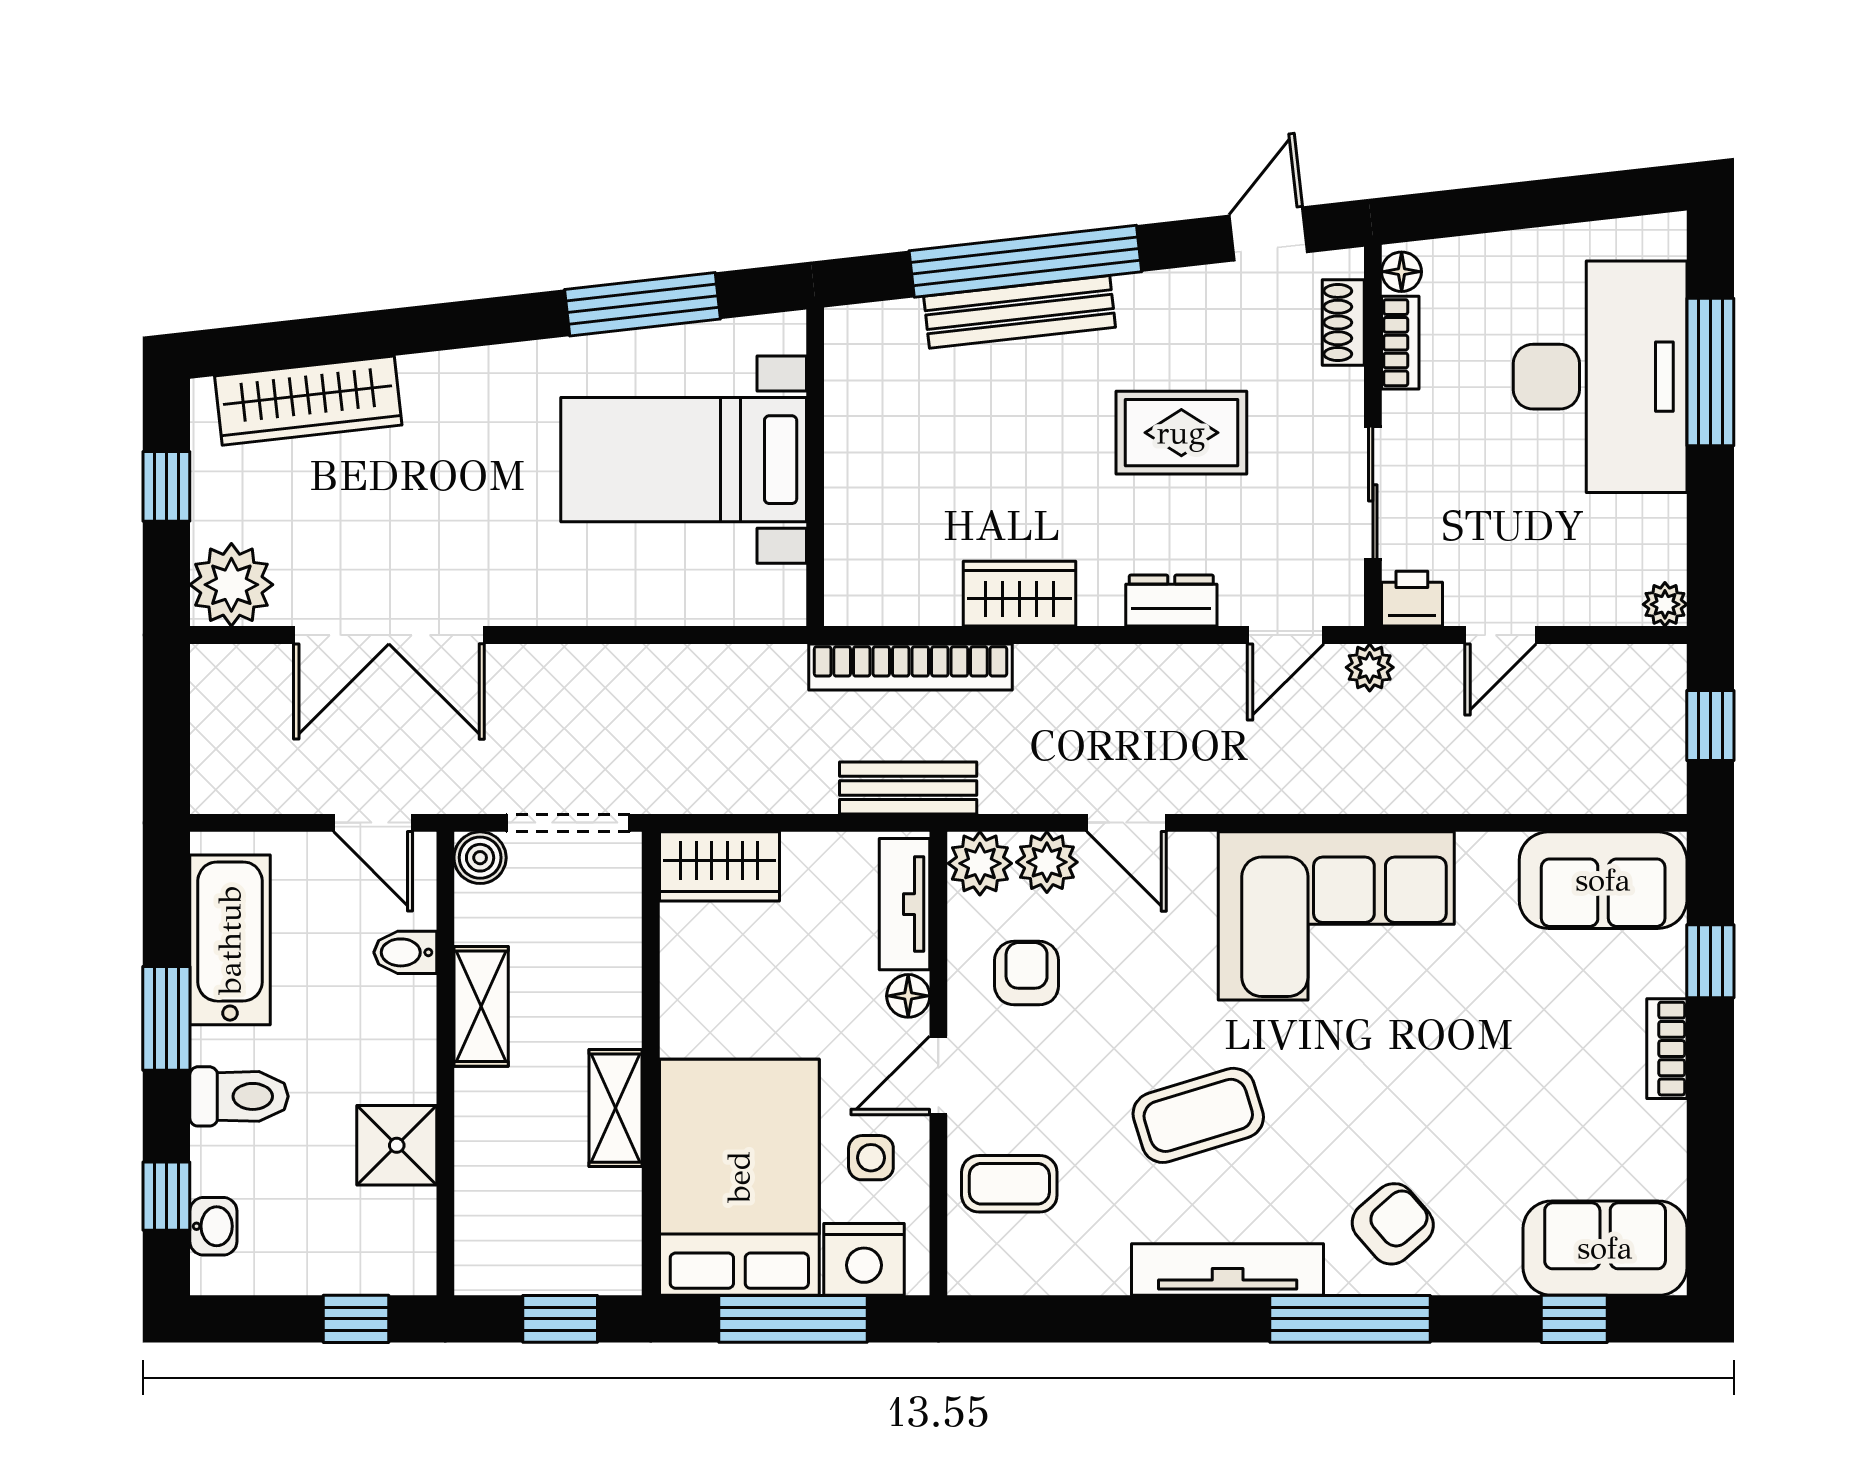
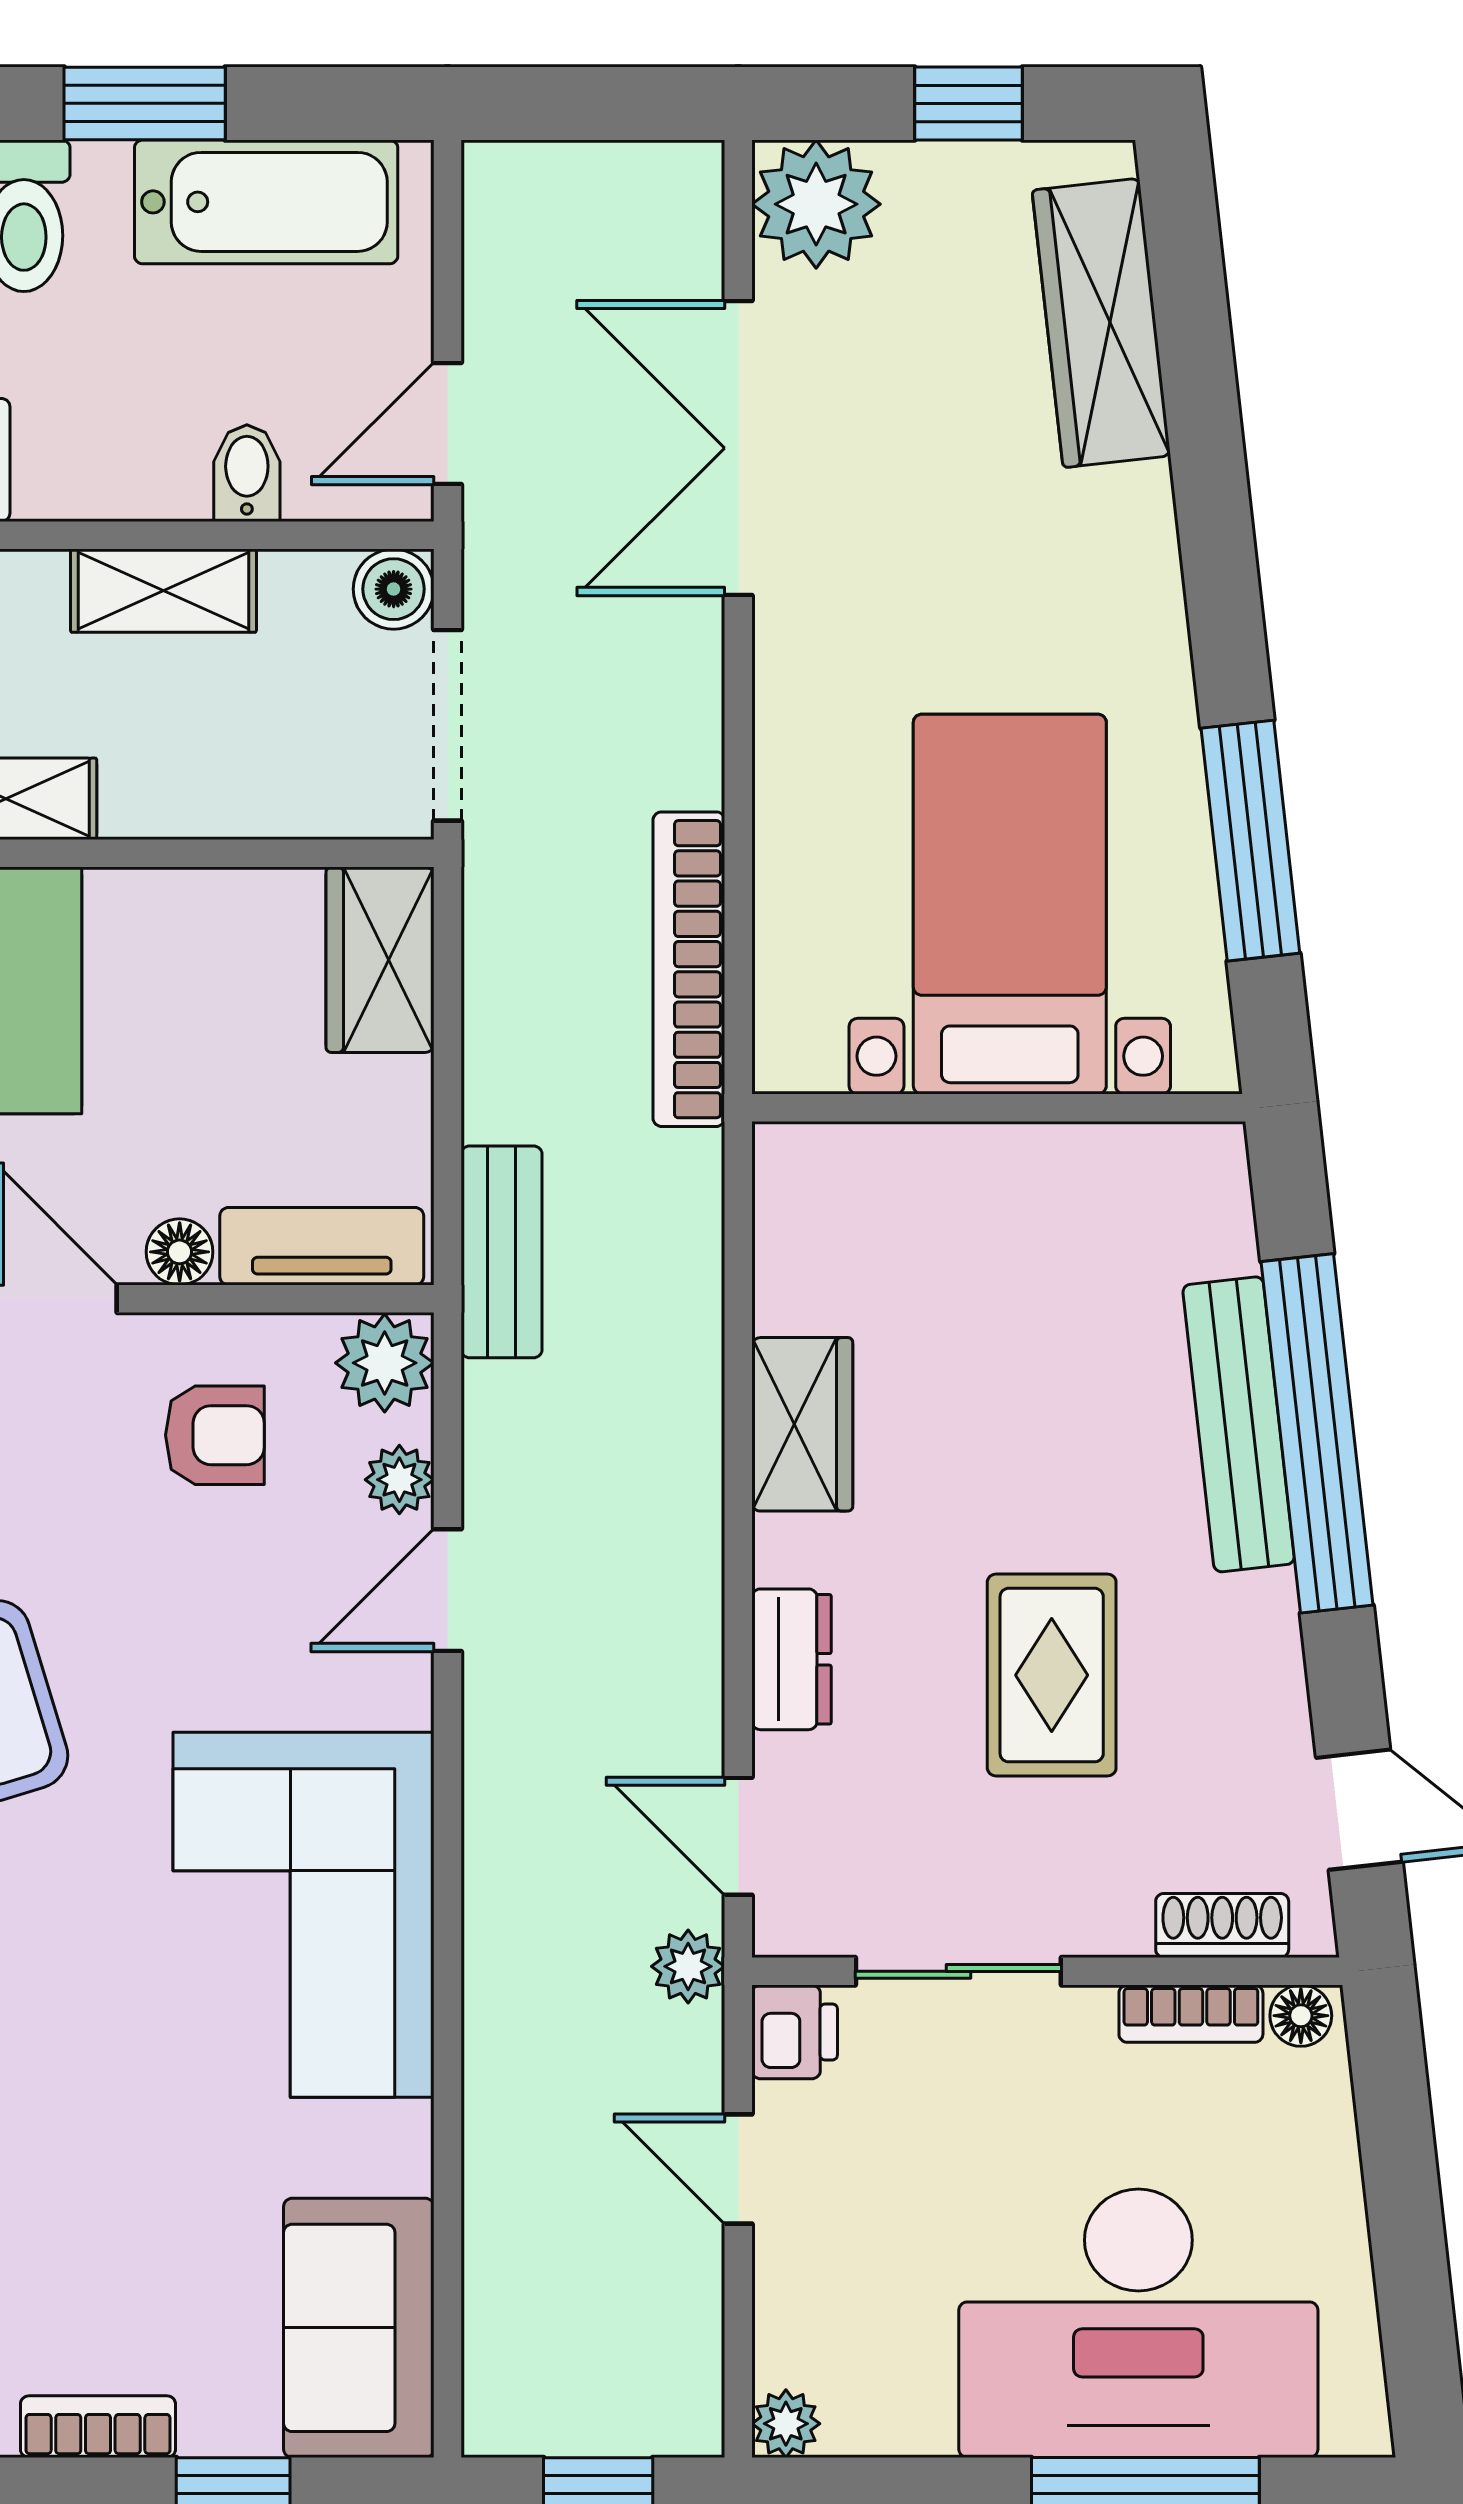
bookcase: (911, 667) -> (689, 969), moved
plant: (1047, 862) -> (399, 1480), width x0.73, depth x0.73

